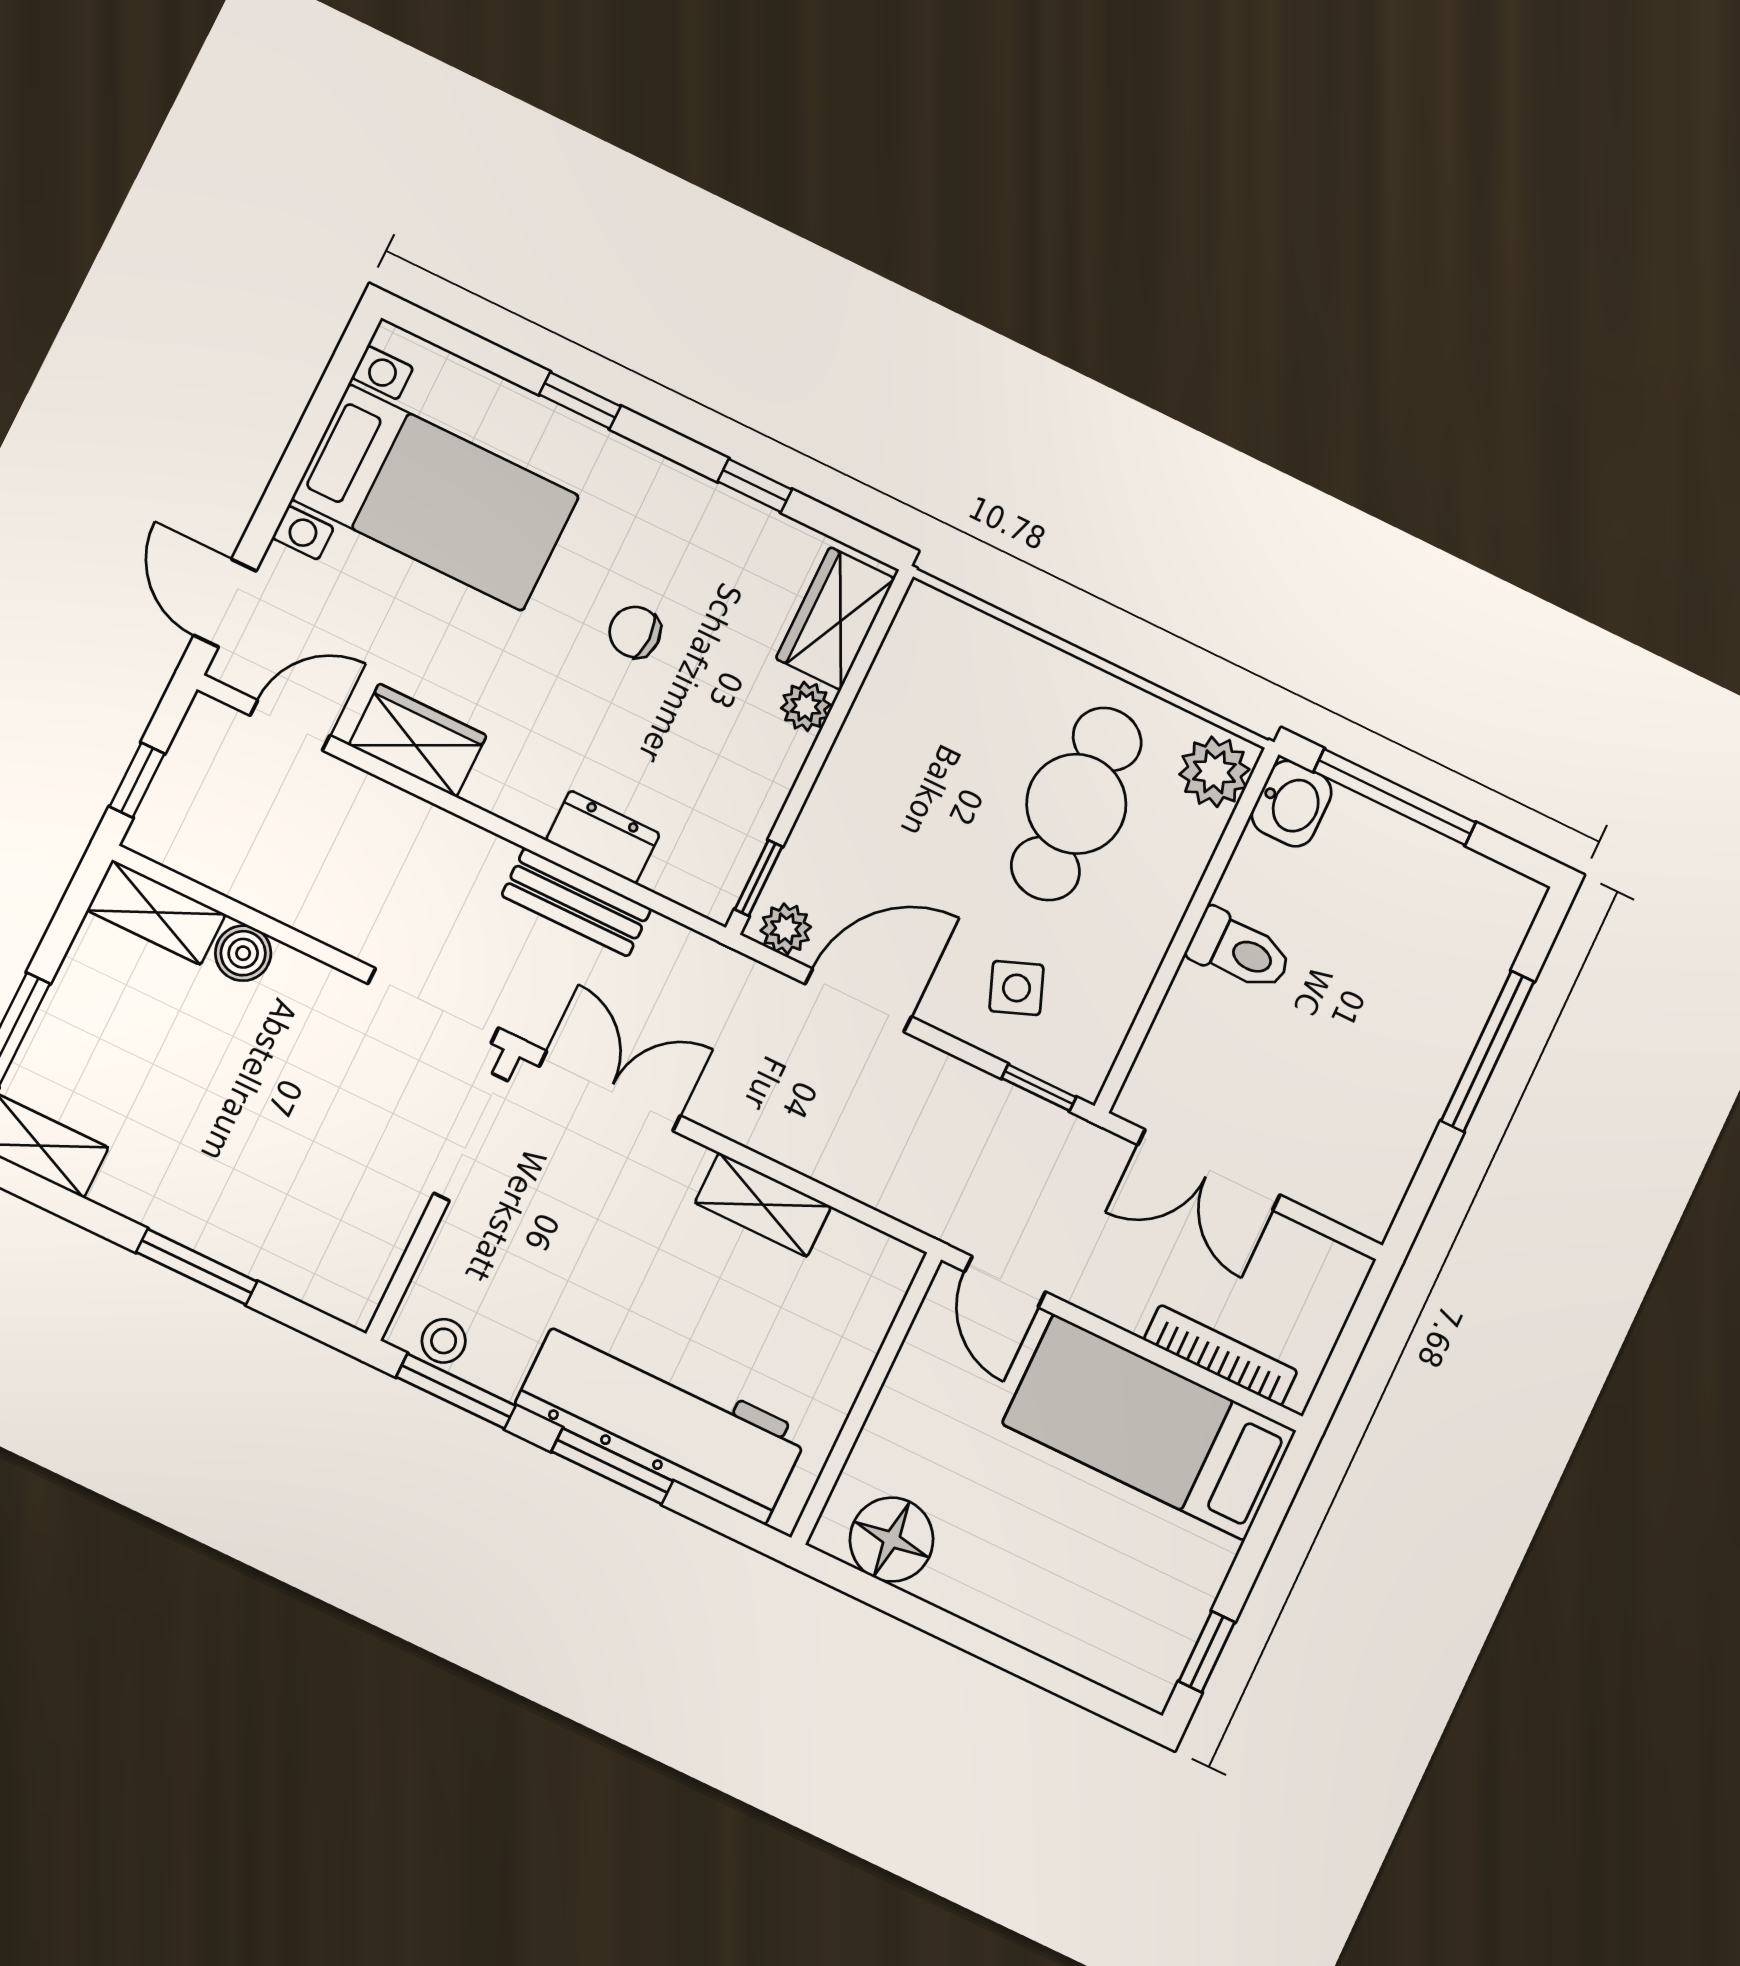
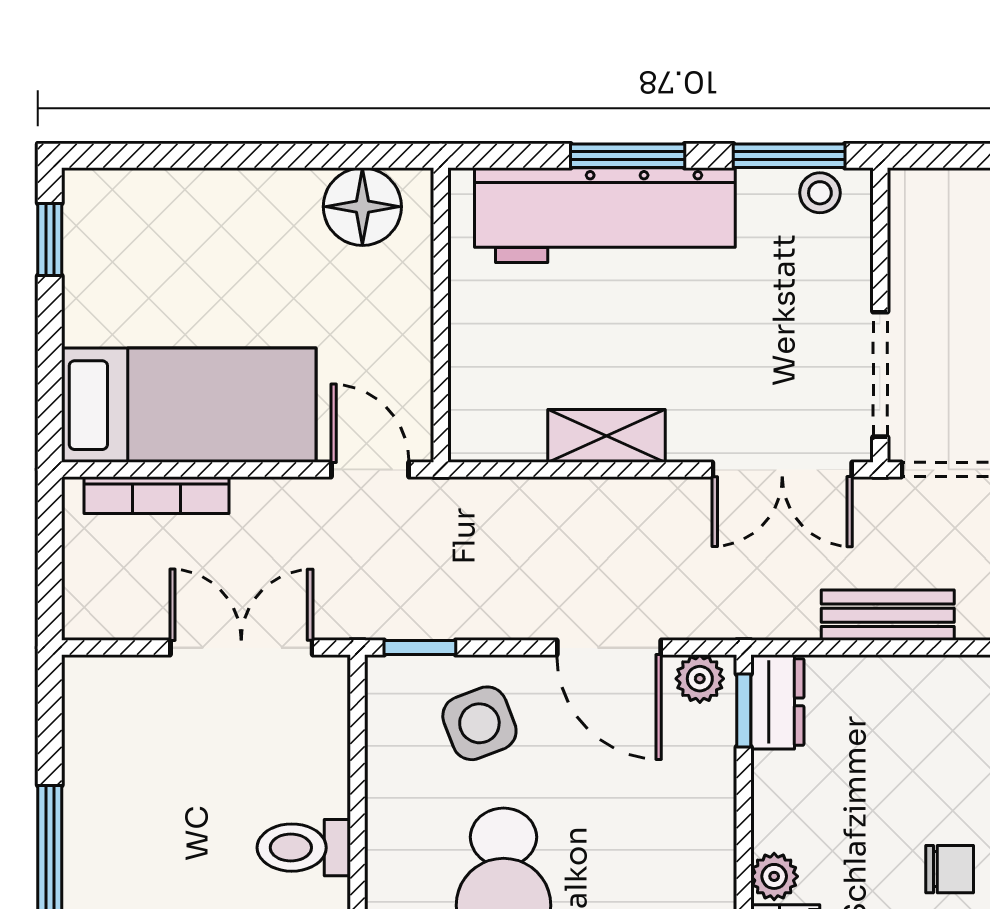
dresser: (603, 837) -> (777, 702), moved, turned -90
side table: (1017, 988) -> (479, 723), width x1.37, depth x1.37
door: (858, 1000) -> (609, 648), hinge flipped

